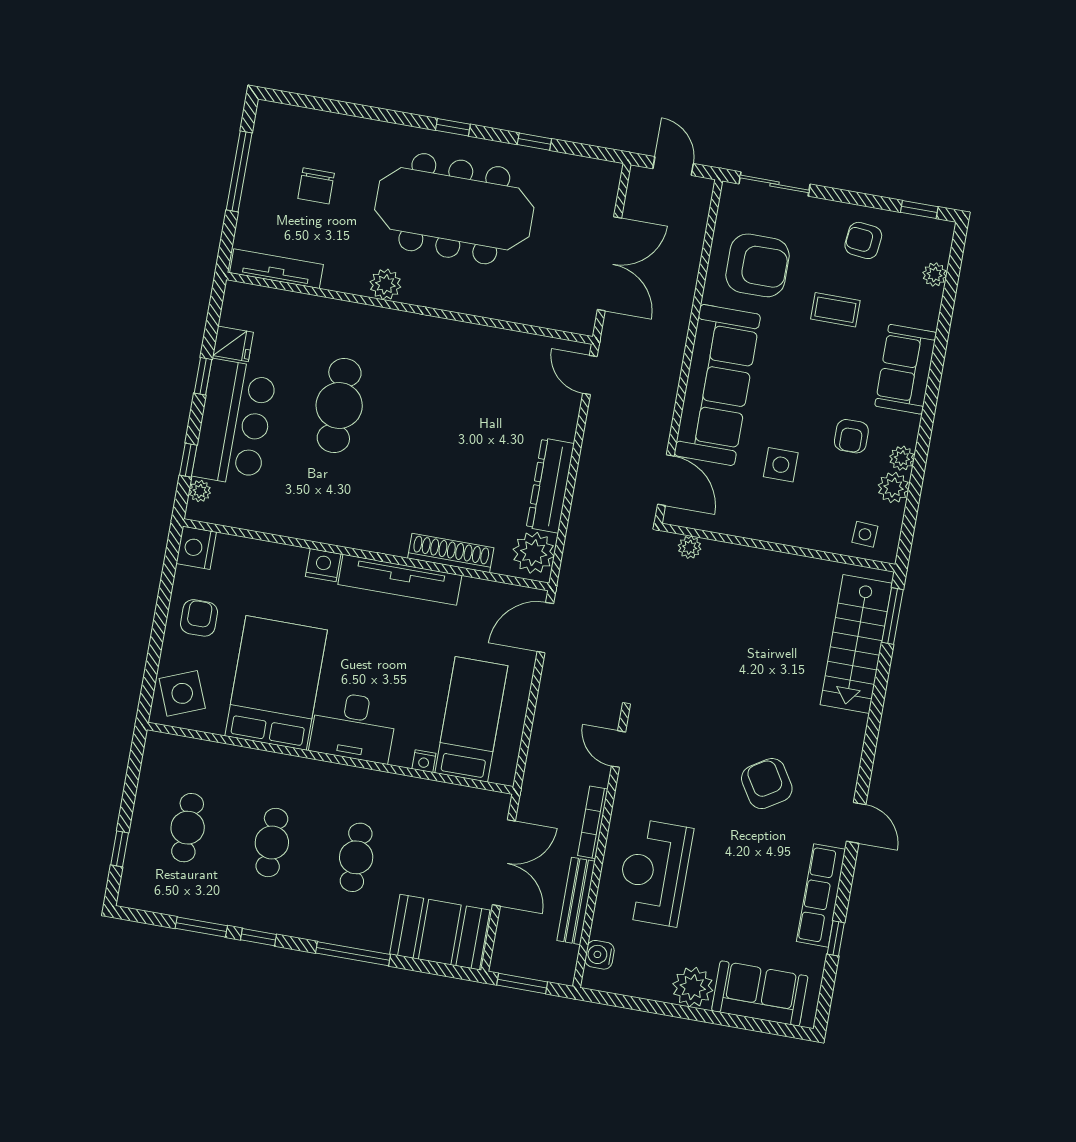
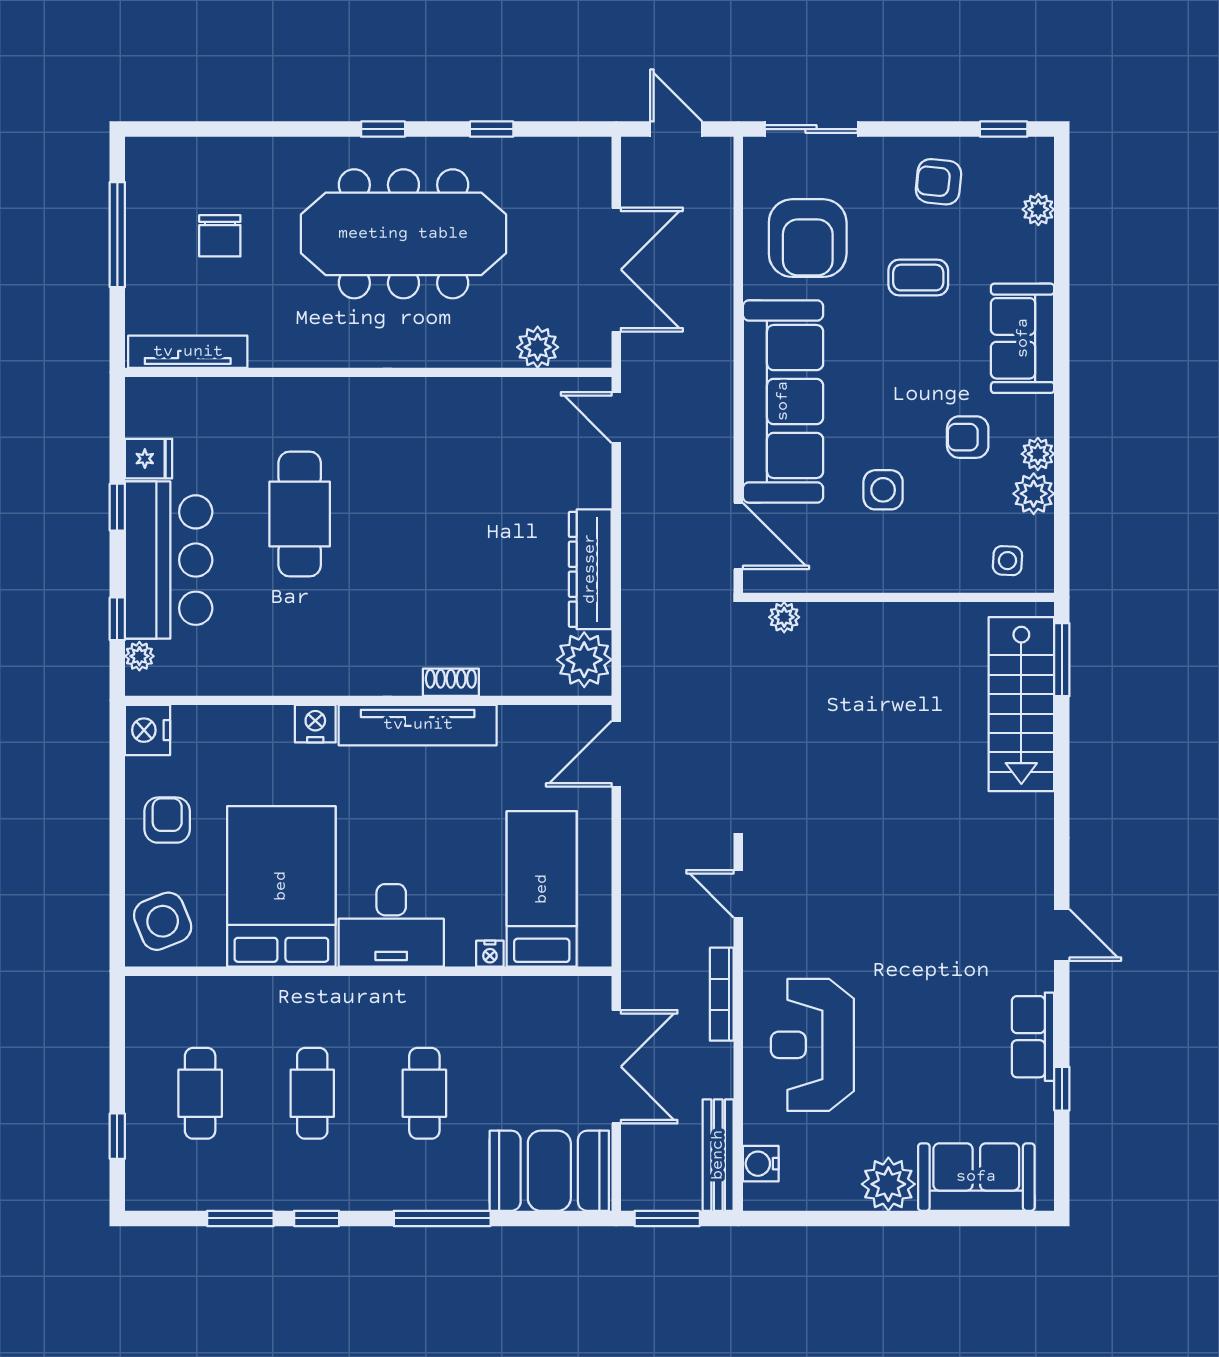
armchair: (758, 265) -> (808, 238), turned 90
plant: (385, 284) -> (538, 347), moved
armchair: (851, 436) -> (968, 437), turned 90
shoe rack: (451, 553) -> (451, 682), width x0.51, depth x0.81
armchair: (767, 784) -> (938, 905), removed
row of seats: (821, 895) -> (1033, 1037), width x0.68
bench: (576, 901) -> (718, 1155), moved

